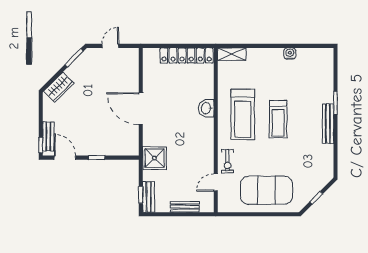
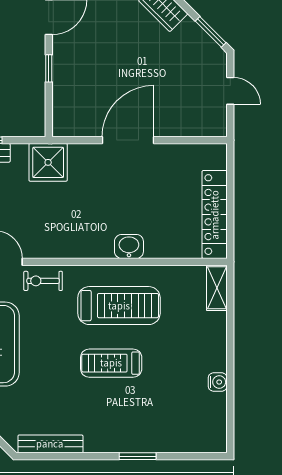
treadmill: (243, 114) -> (119, 306), turned 180
bench: (328, 124) -> (50, 444), moved

